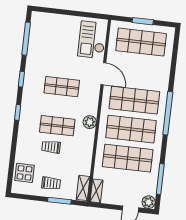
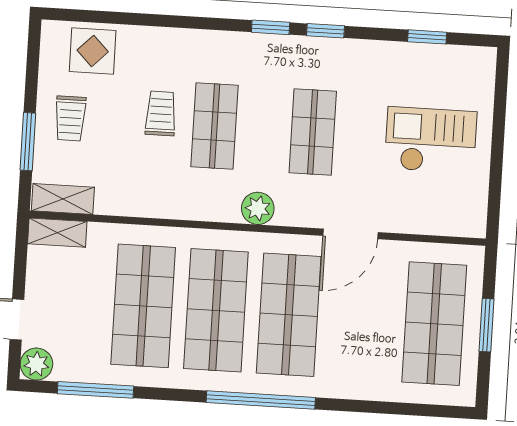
window: (26, 39) -> (427, 37), width x0.46
checkout: (92, 40) -> (431, 140), moved
window: (18, 112) -> (271, 27), moved
plant: (90, 122) -> (258, 208), moved

